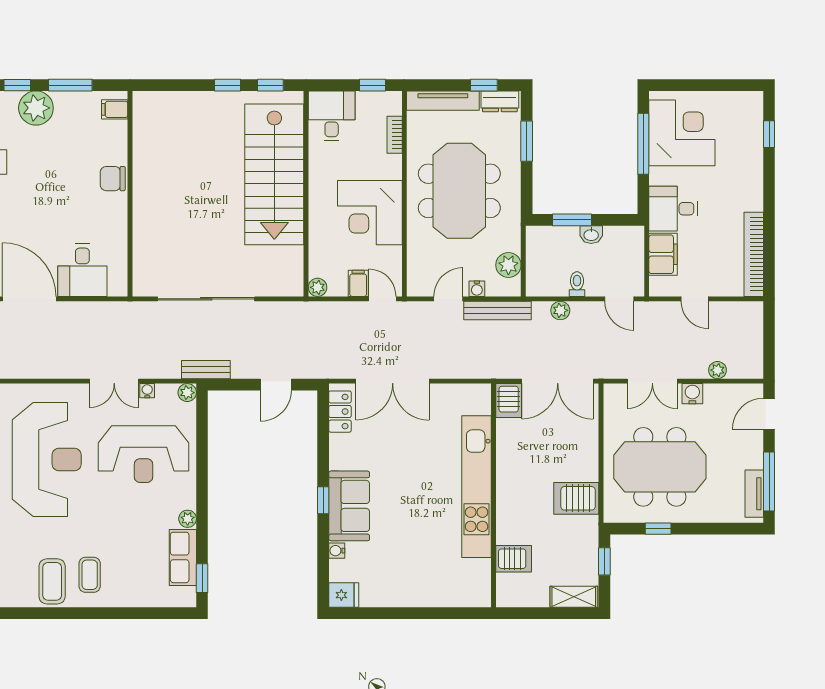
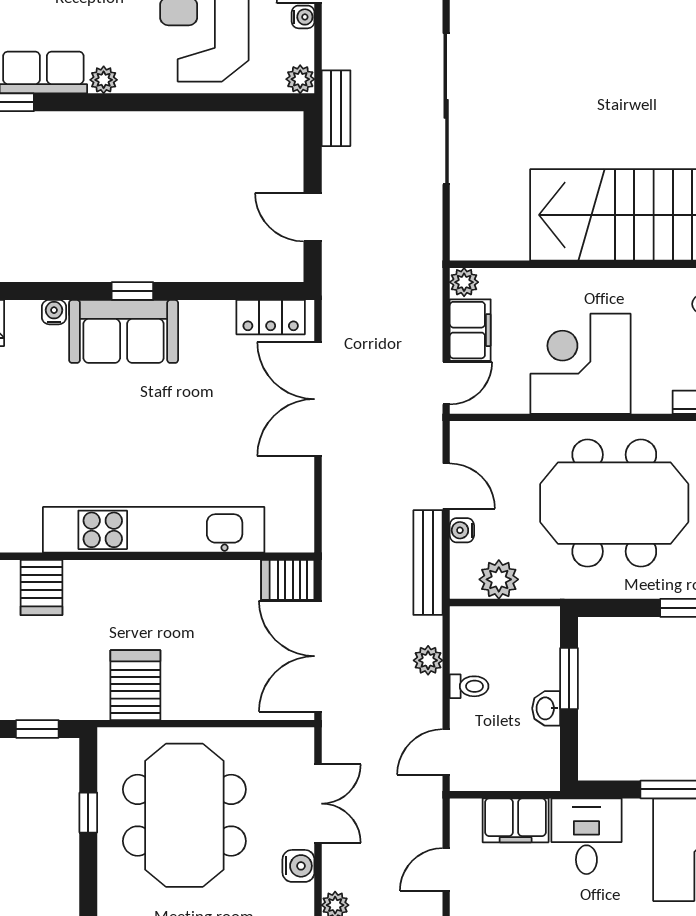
filing cabinet: (358, 283) -> (470, 330), width x2.00
double door: (652, 381) -> (318, 804), swing flipped

